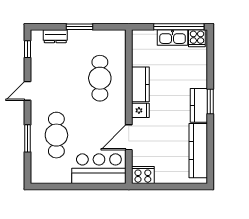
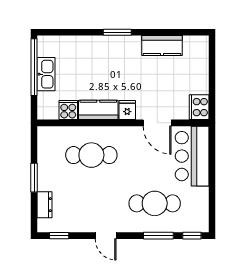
cooker: (197, 38) -> (68, 110), moved, turned -90
kitchen counter: (199, 105) -> (122, 45), removed
kitchen counter: (198, 151) -> (162, 46), width x0.67
window: (27, 168) -> (192, 236), added

